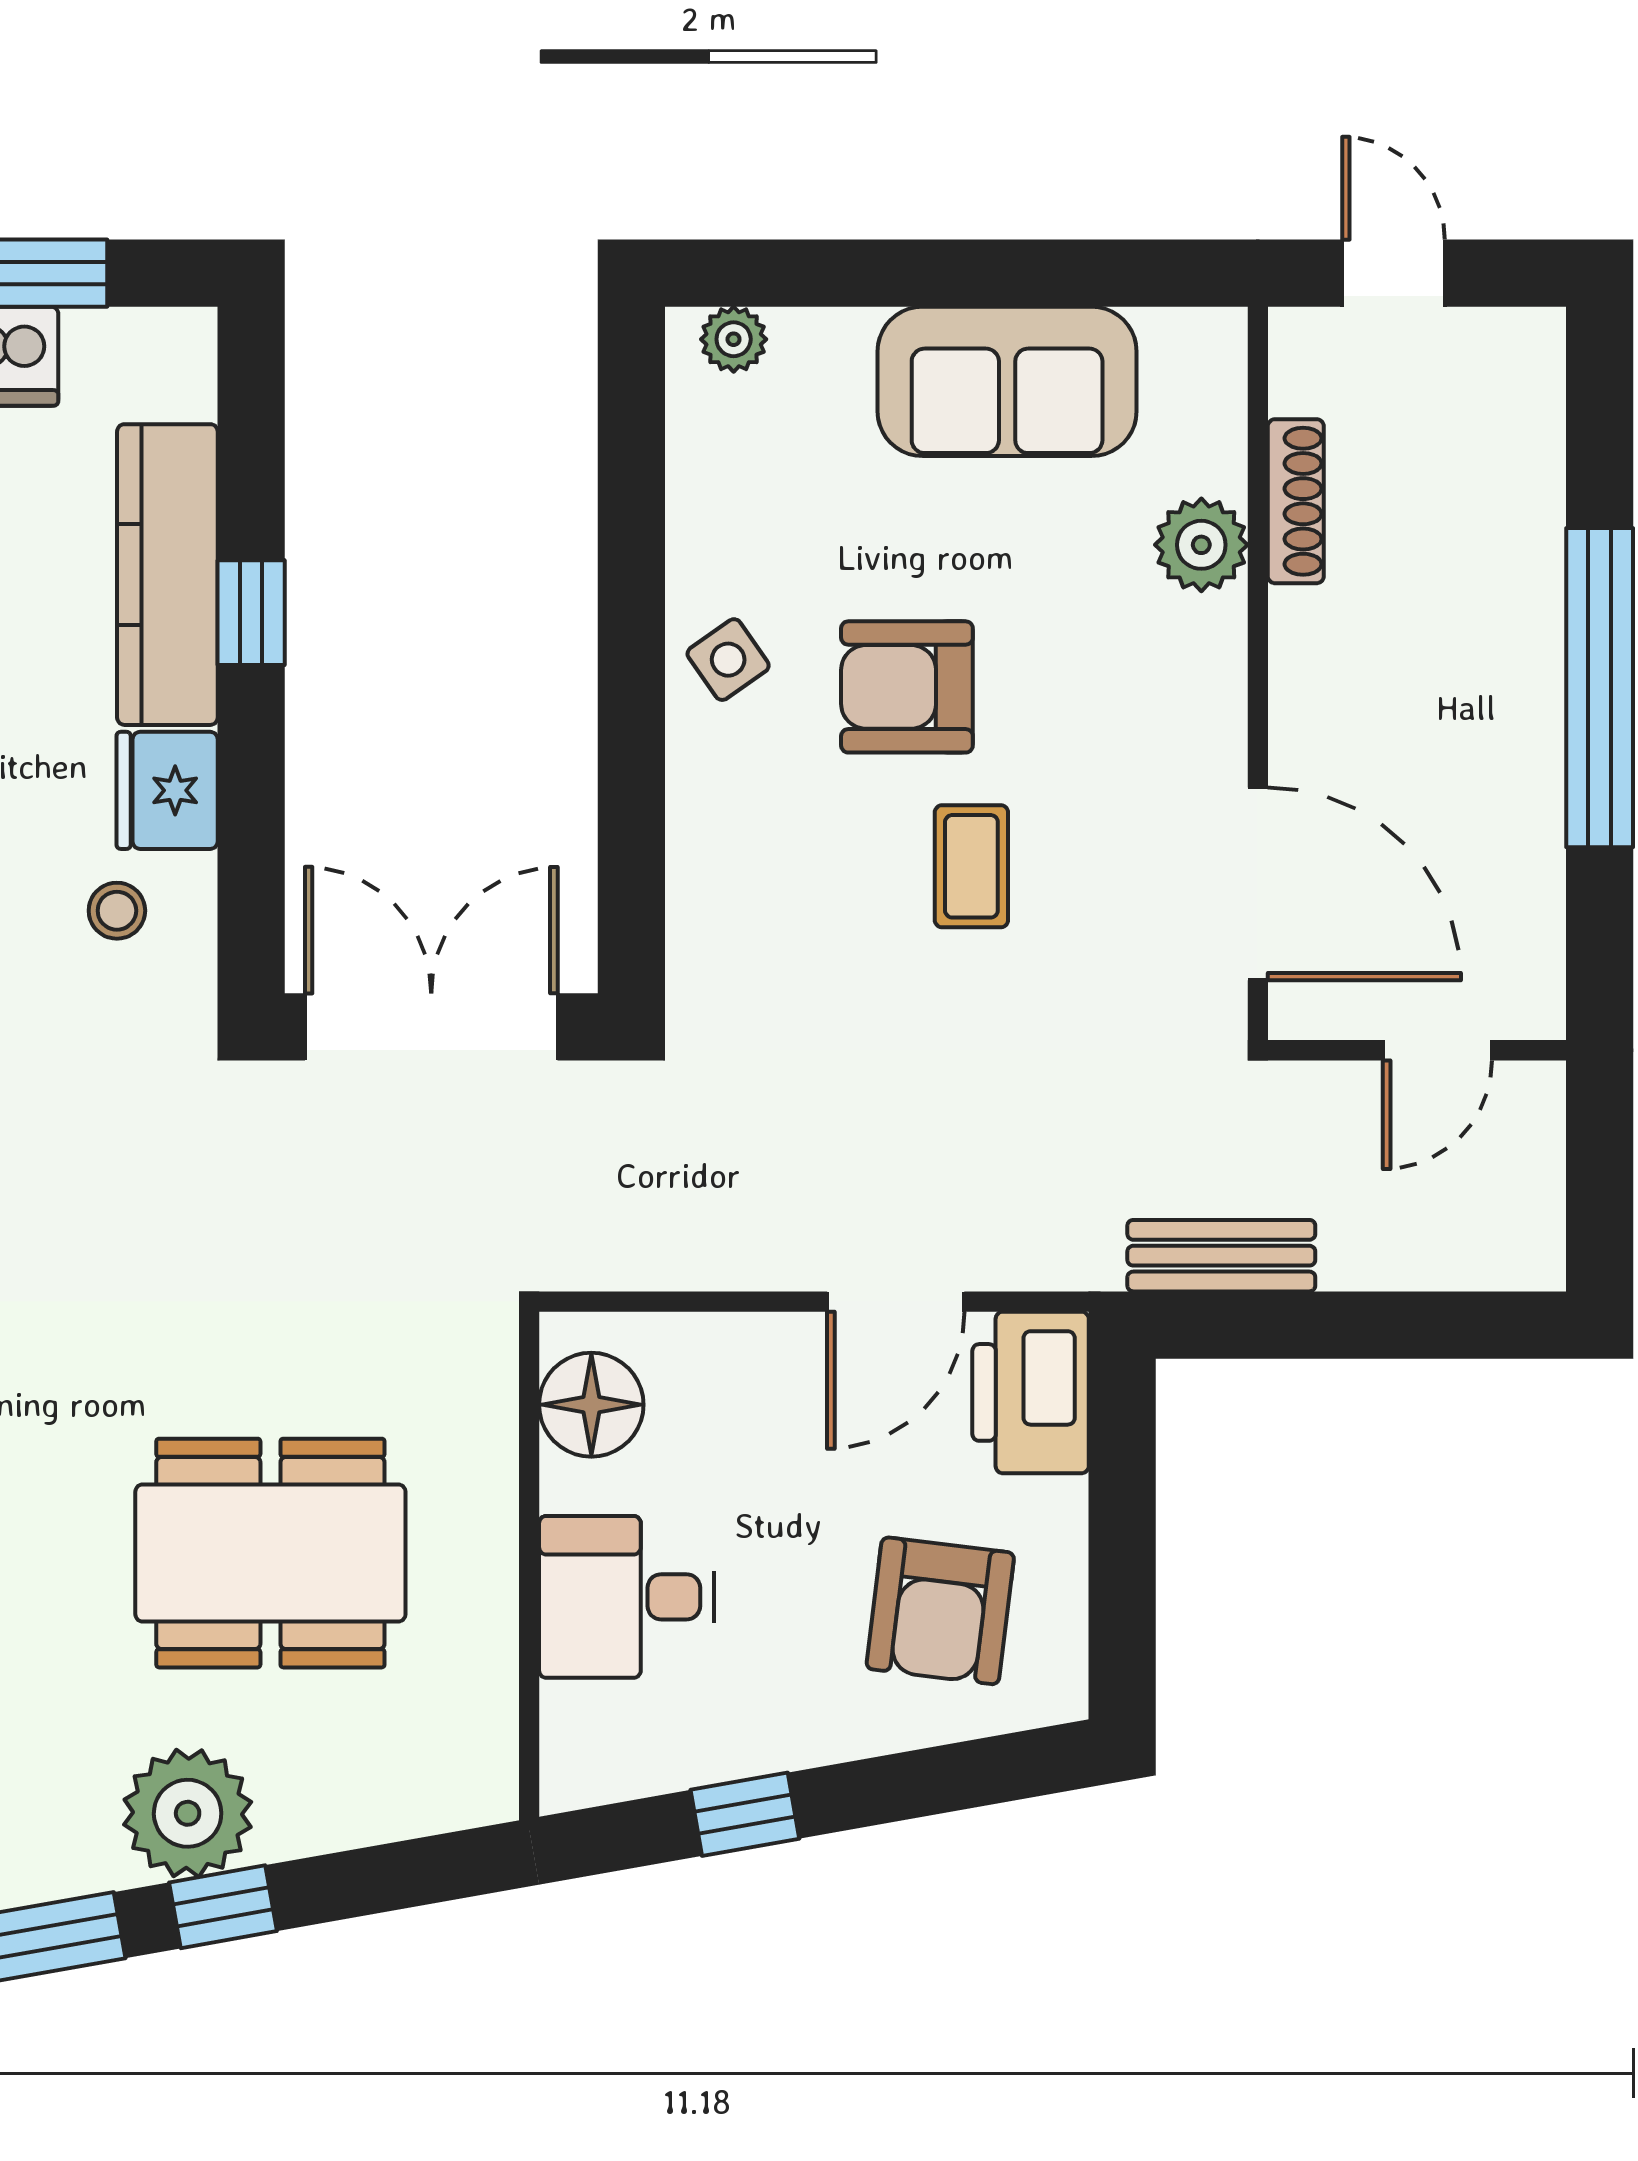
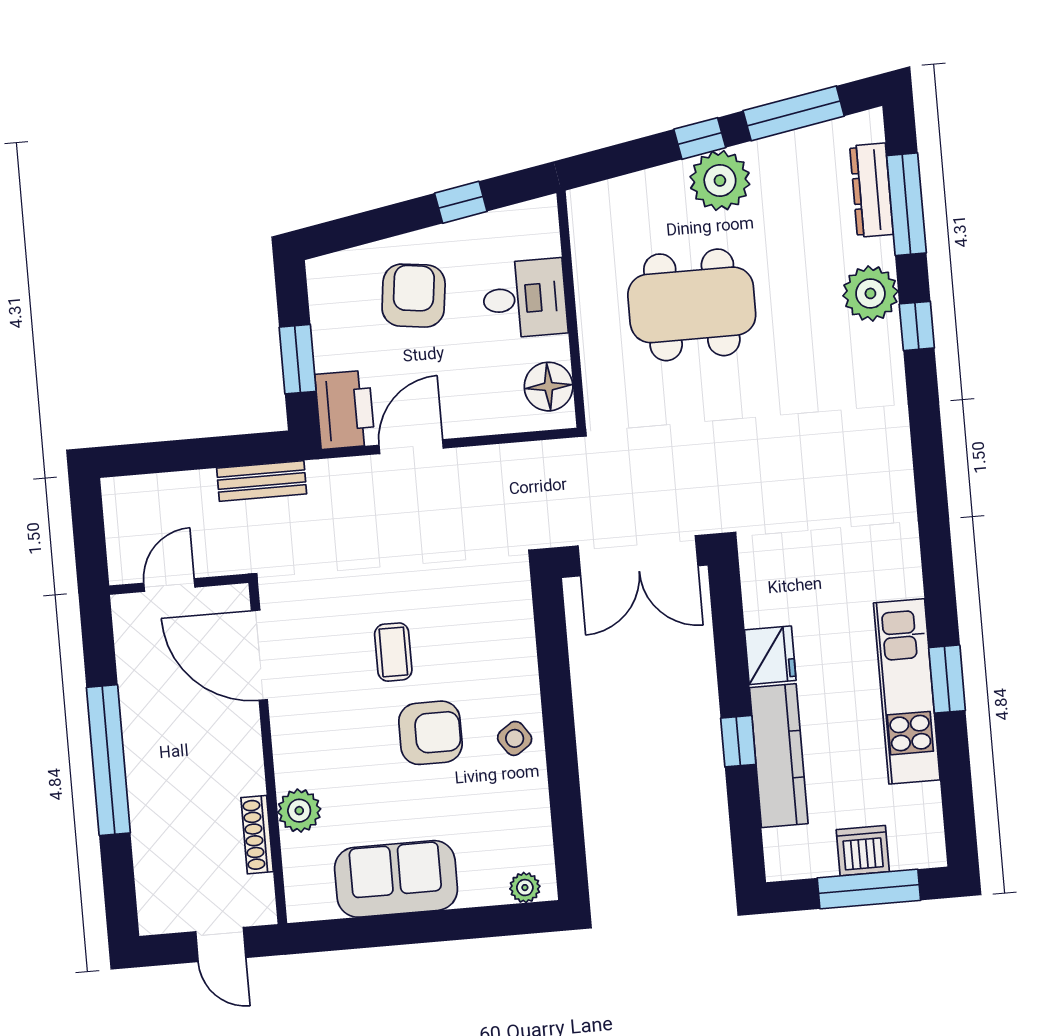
stool: (117, 911) -> (789, 597), removed
window: (1122, 1509) -> (298, 359), added
armchair: (940, 1611) -> (414, 296), moved

